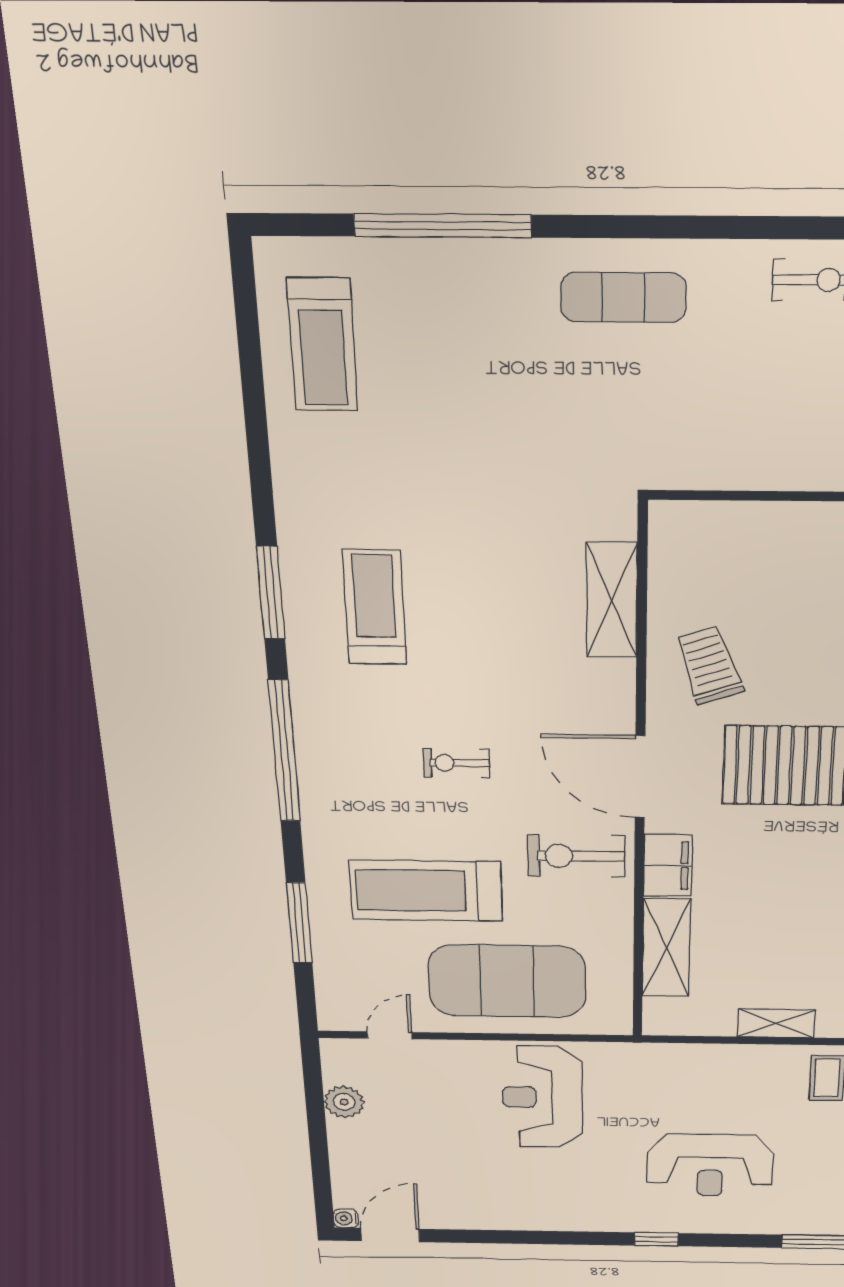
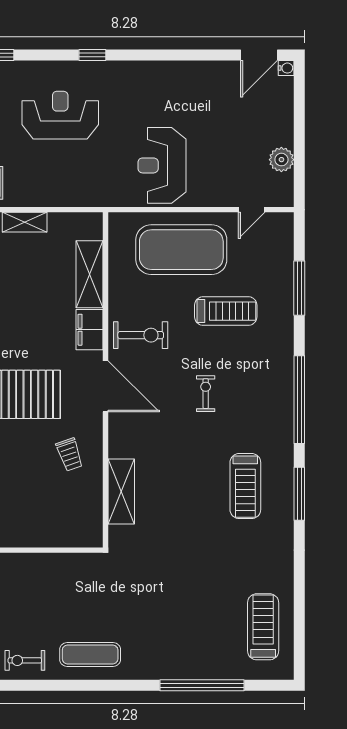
exercise mat: (623, 297) -> (90, 654), moved
trolley: (709, 665) -> (70, 455), width x0.73, depth x0.72
exercise bike: (456, 763) -> (206, 394), turned -90
treadmill: (426, 891) -> (226, 311), width x0.73, depth x0.73
reception desk: (542, 1097) -> (162, 165), turned 180

